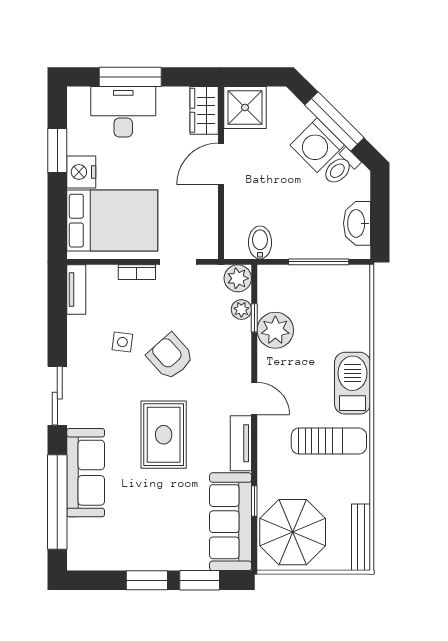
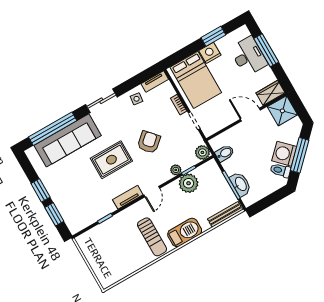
washbasin: (357, 223) -> (241, 184), moved, turned 90
plant: (241, 310) -> (176, 170), moved
side table: (122, 342) -> (137, 99), moved
sofa: (86, 473) -> (68, 140), width x1.36, depth x1.27
sofa: (231, 522) -> (89, 213), removed
parasol: (293, 532) -> (101, 244), removed
bench: (361, 537) -> (225, 214), moved

